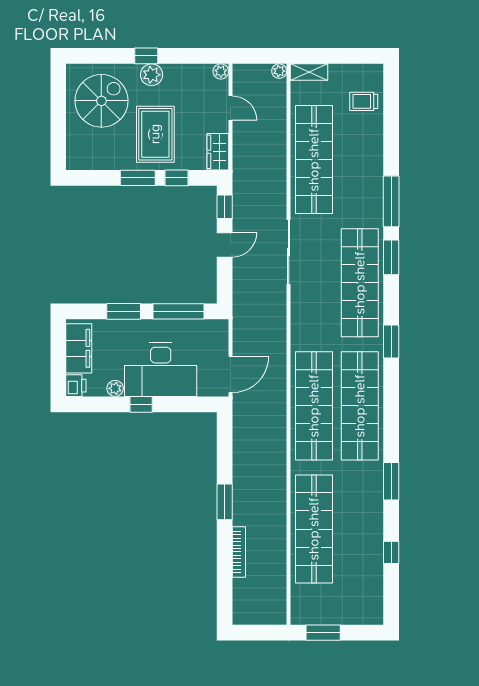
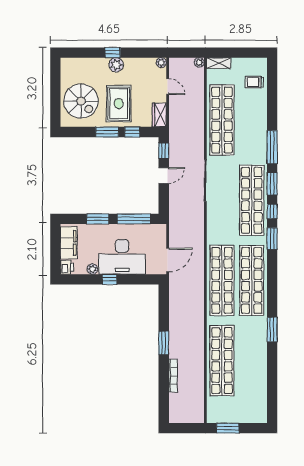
spiral stairs: (101, 101) -> (81, 101), moved, turned 90
window: (391, 552) -> (272, 211), moved

